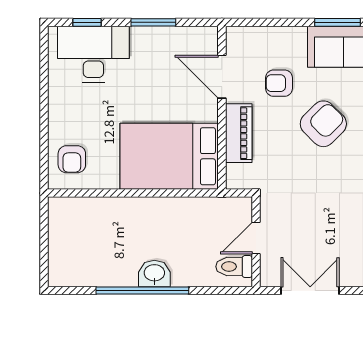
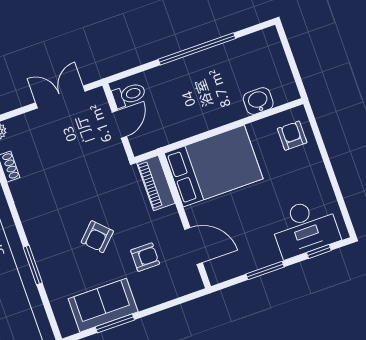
armchair: (323, 124) -> (97, 237), width x0.72, depth x0.72
piano: (239, 133) -> (156, 183), moved
washbasin: (154, 274) -> (258, 101), moved, turned 180
double door: (310, 291) -> (60, 97), swing flipped

